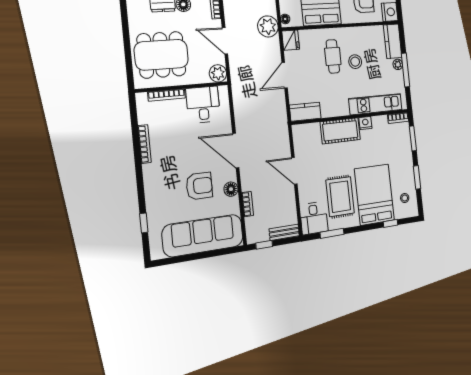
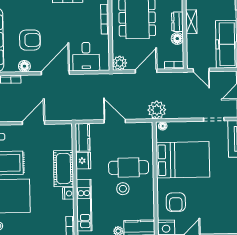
fridge: (291, 40) -> (83, 161), moved, turned -90
cafe table: (333, 56) -> (129, 168), width x1.37, depth x1.35
desk: (203, 105) -> (86, 57), moved, turned 90
armchair: (199, 186) -> (30, 40), turned -90

